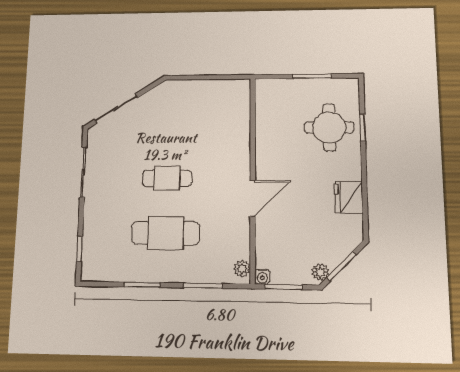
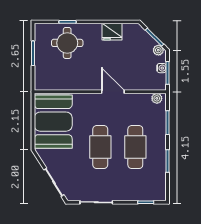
booth: (207, 107) -> (53, 122), added
cafe table: (167, 178) -> (100, 147), width x1.37, depth x1.35
water cooler: (262, 277) -> (162, 68), moved

